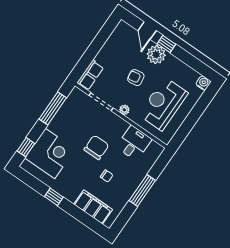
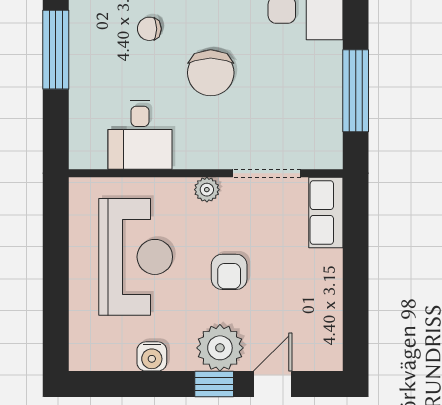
door: (147, 31) -> (273, 384), hinge flipped
armchair: (136, 78) -> (229, 272), turned 99
water cooler: (203, 83) -> (152, 356), moved

